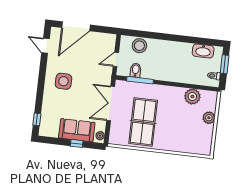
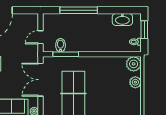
window: (159, 36) -> (79, 10), added
stool: (139, 46) -> (61, 22), removed
plant: (192, 97) -> (134, 64), moved

